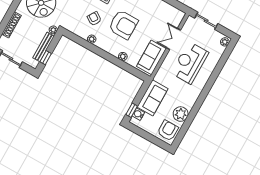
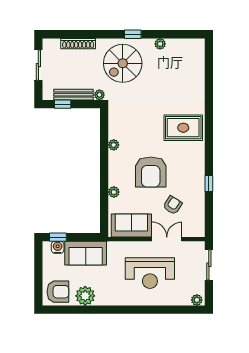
armchair: (94, 19) -> (173, 205), moved
reception desk: (190, 63) -> (150, 273), turned 180

